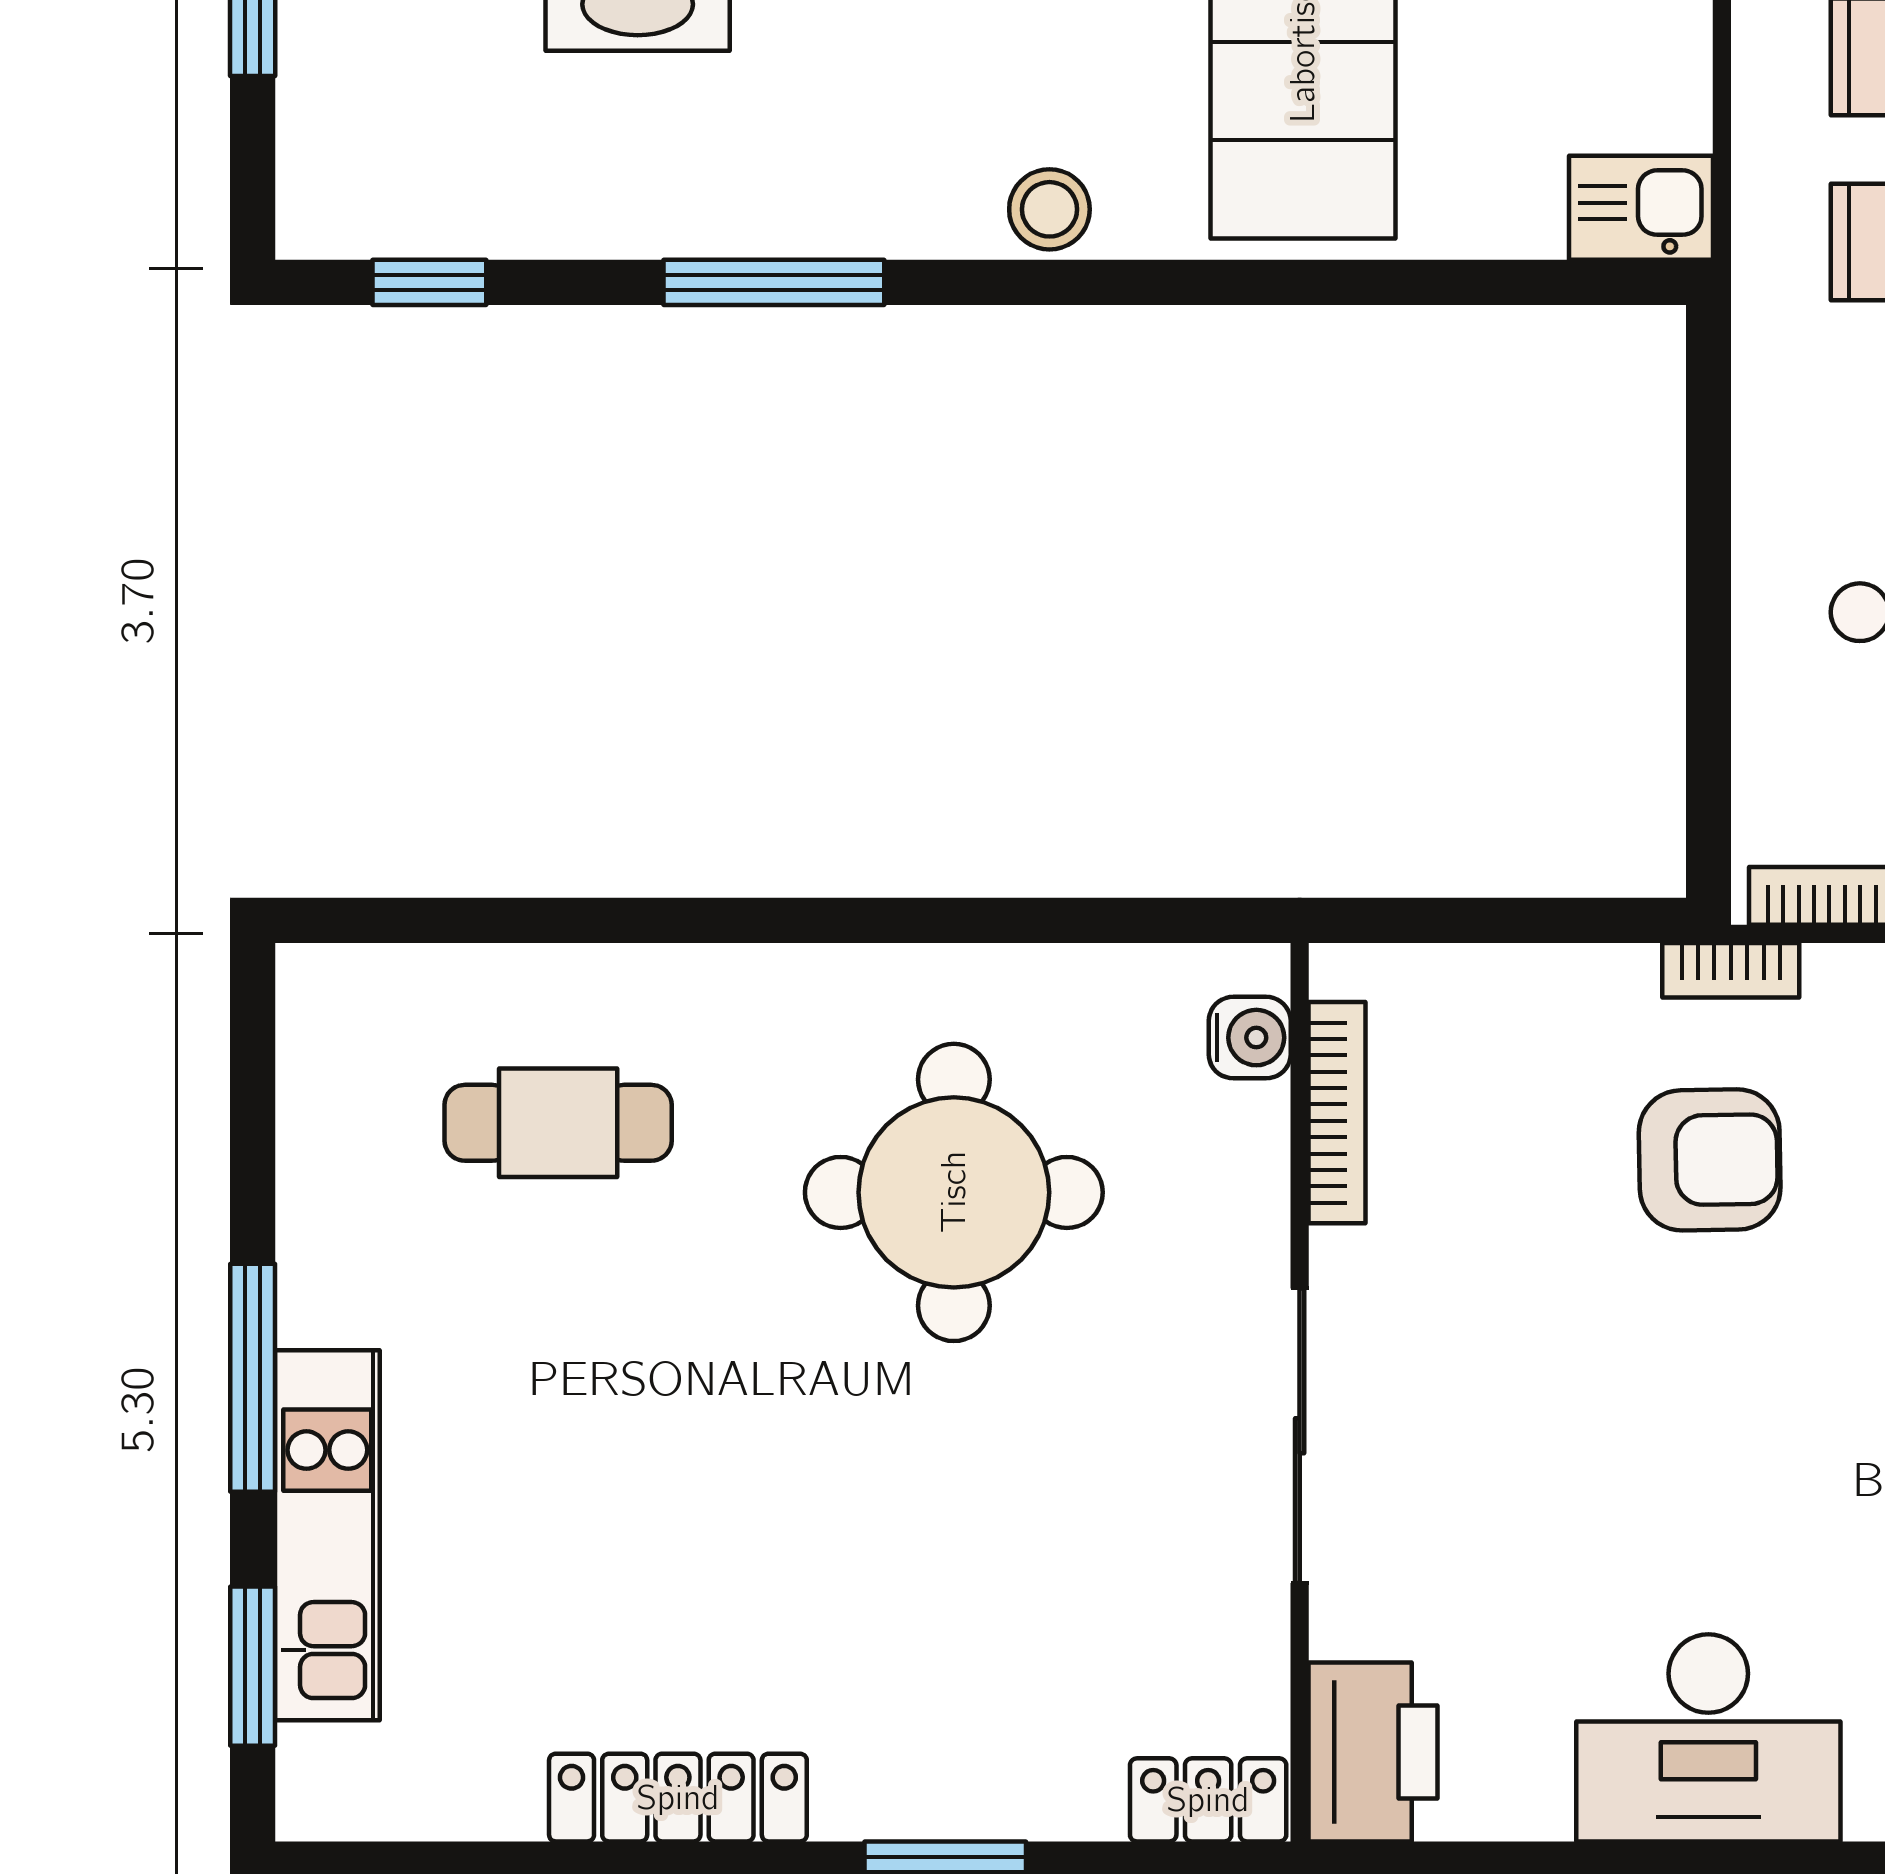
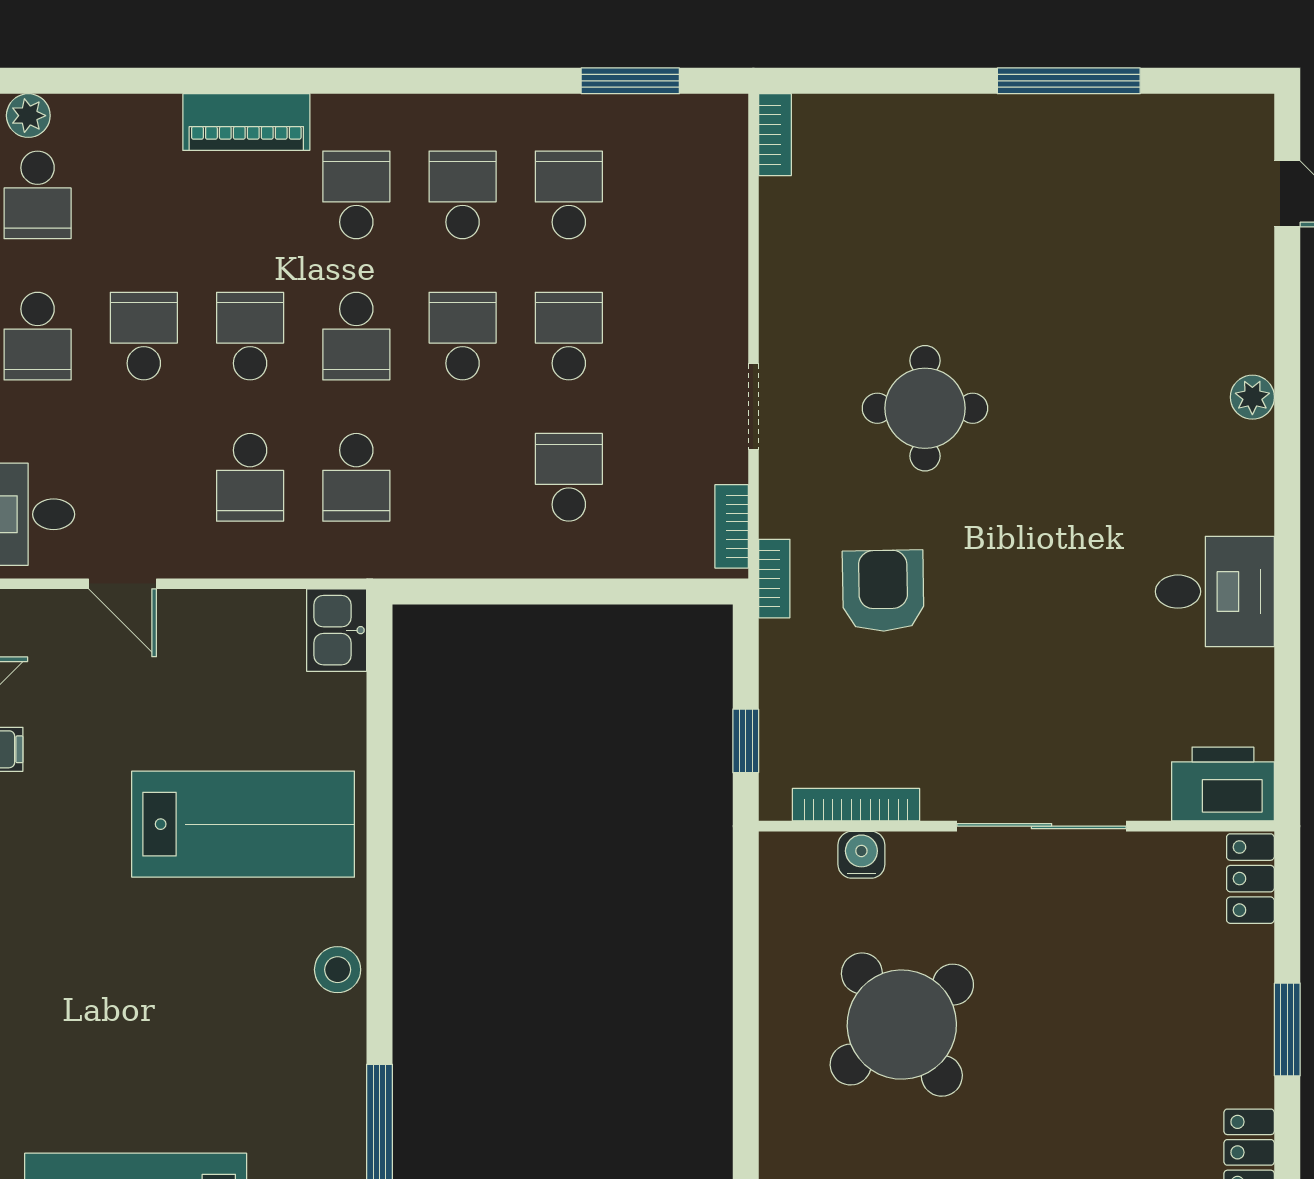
window: (1448, 920) -> (746, 741), added
water cooler: (1250, 1038) -> (861, 855), moved
round table: (954, 1192) -> (902, 1025), turned -38
desk: (1708, 1738) -> (1215, 592), width x0.73

